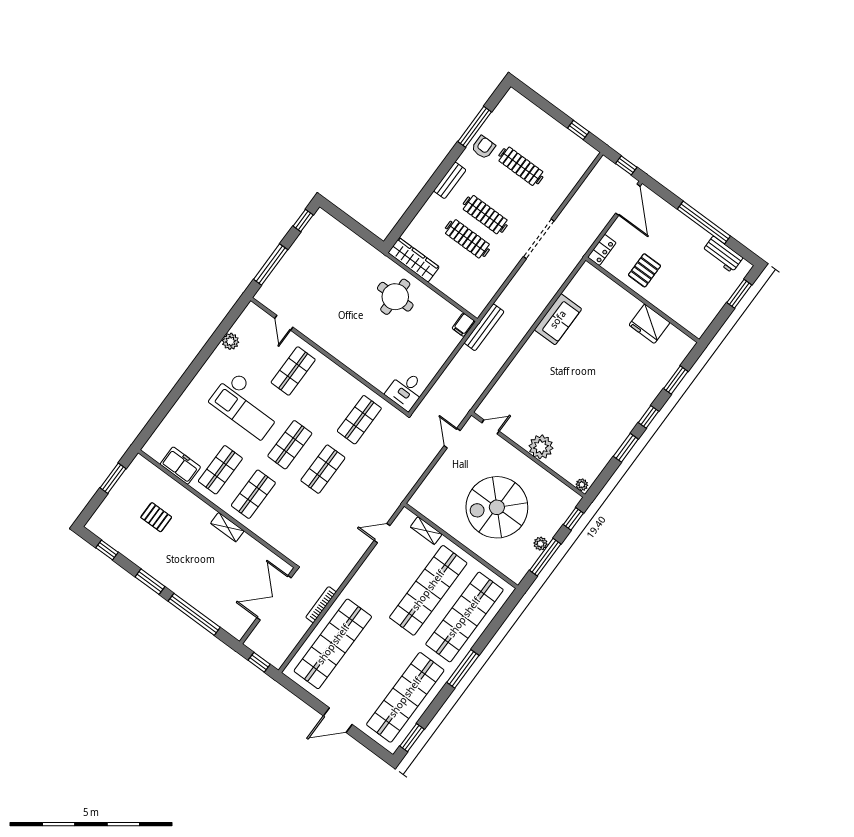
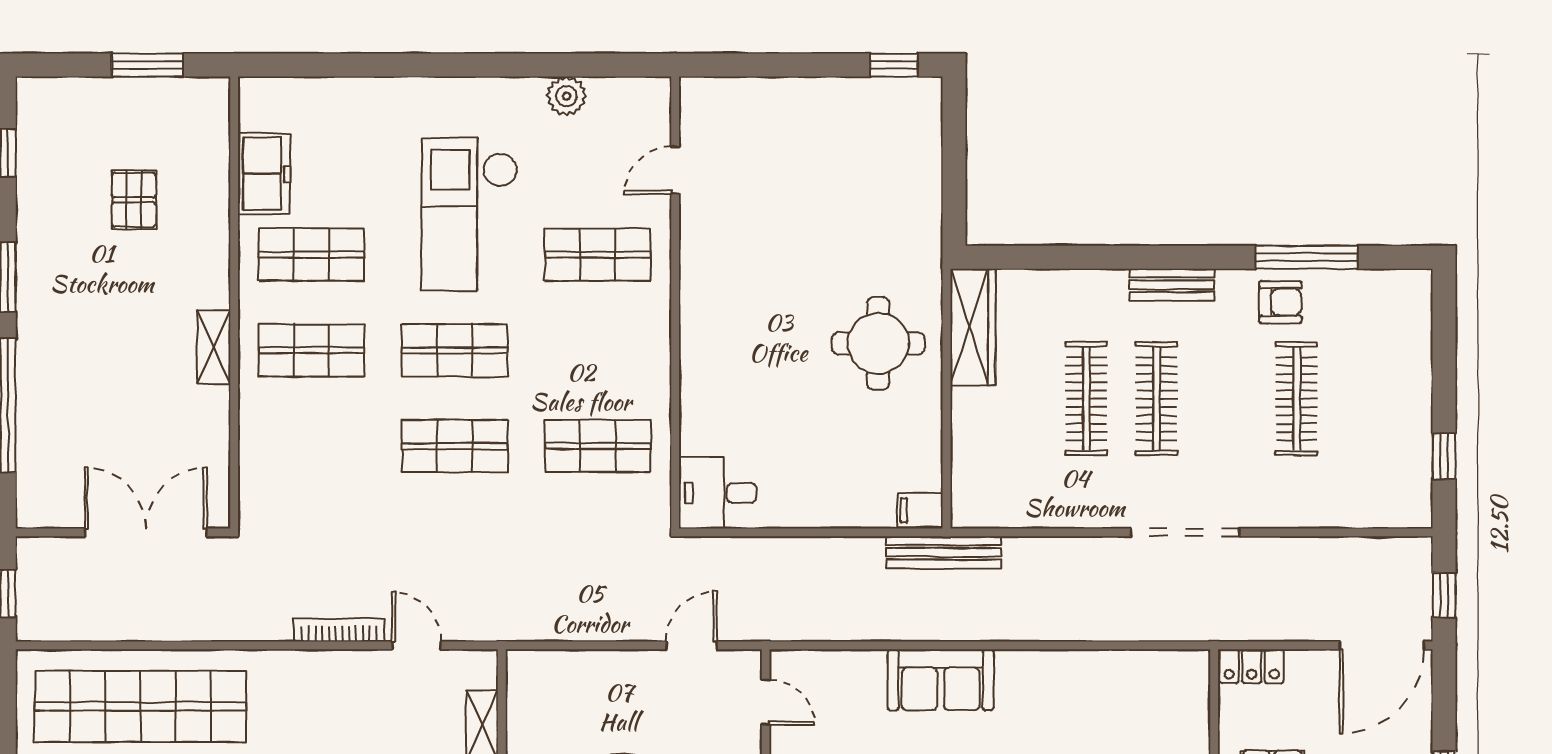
window: (271, 265) -> (766, 65), removed
sofa: (558, 319) -> (941, 680), moved
bookcase: (321, 605) -> (339, 630), moved

